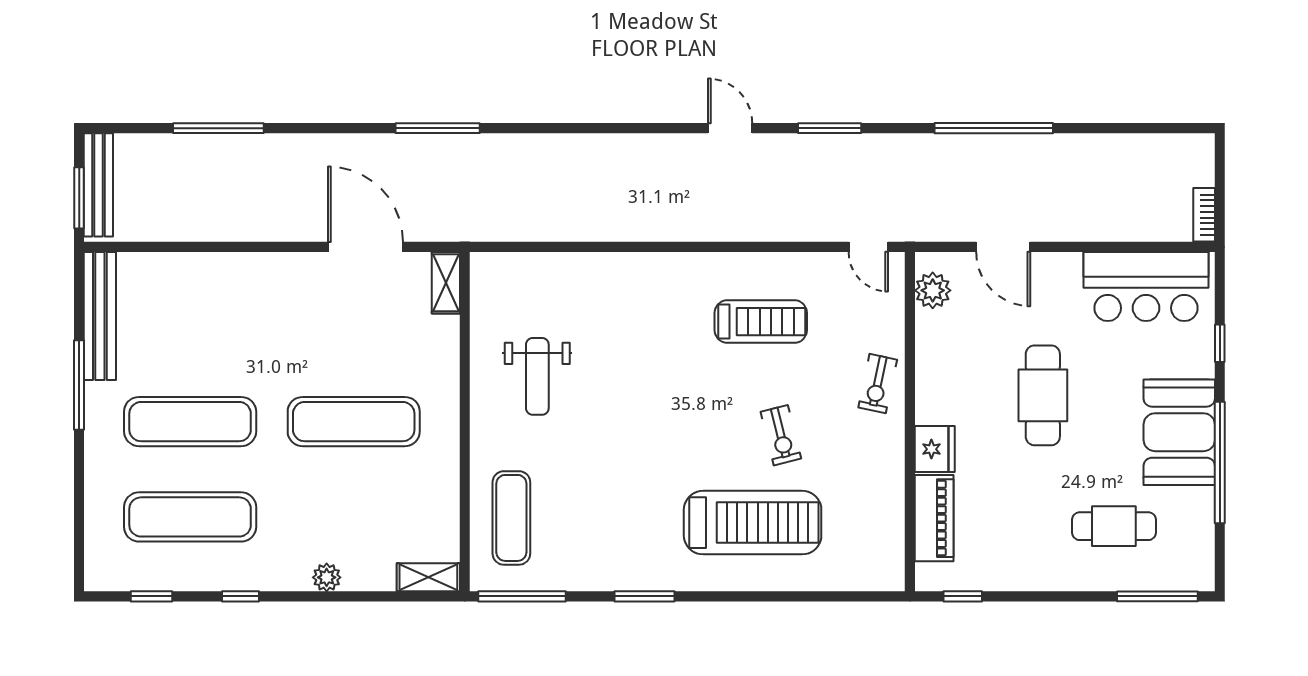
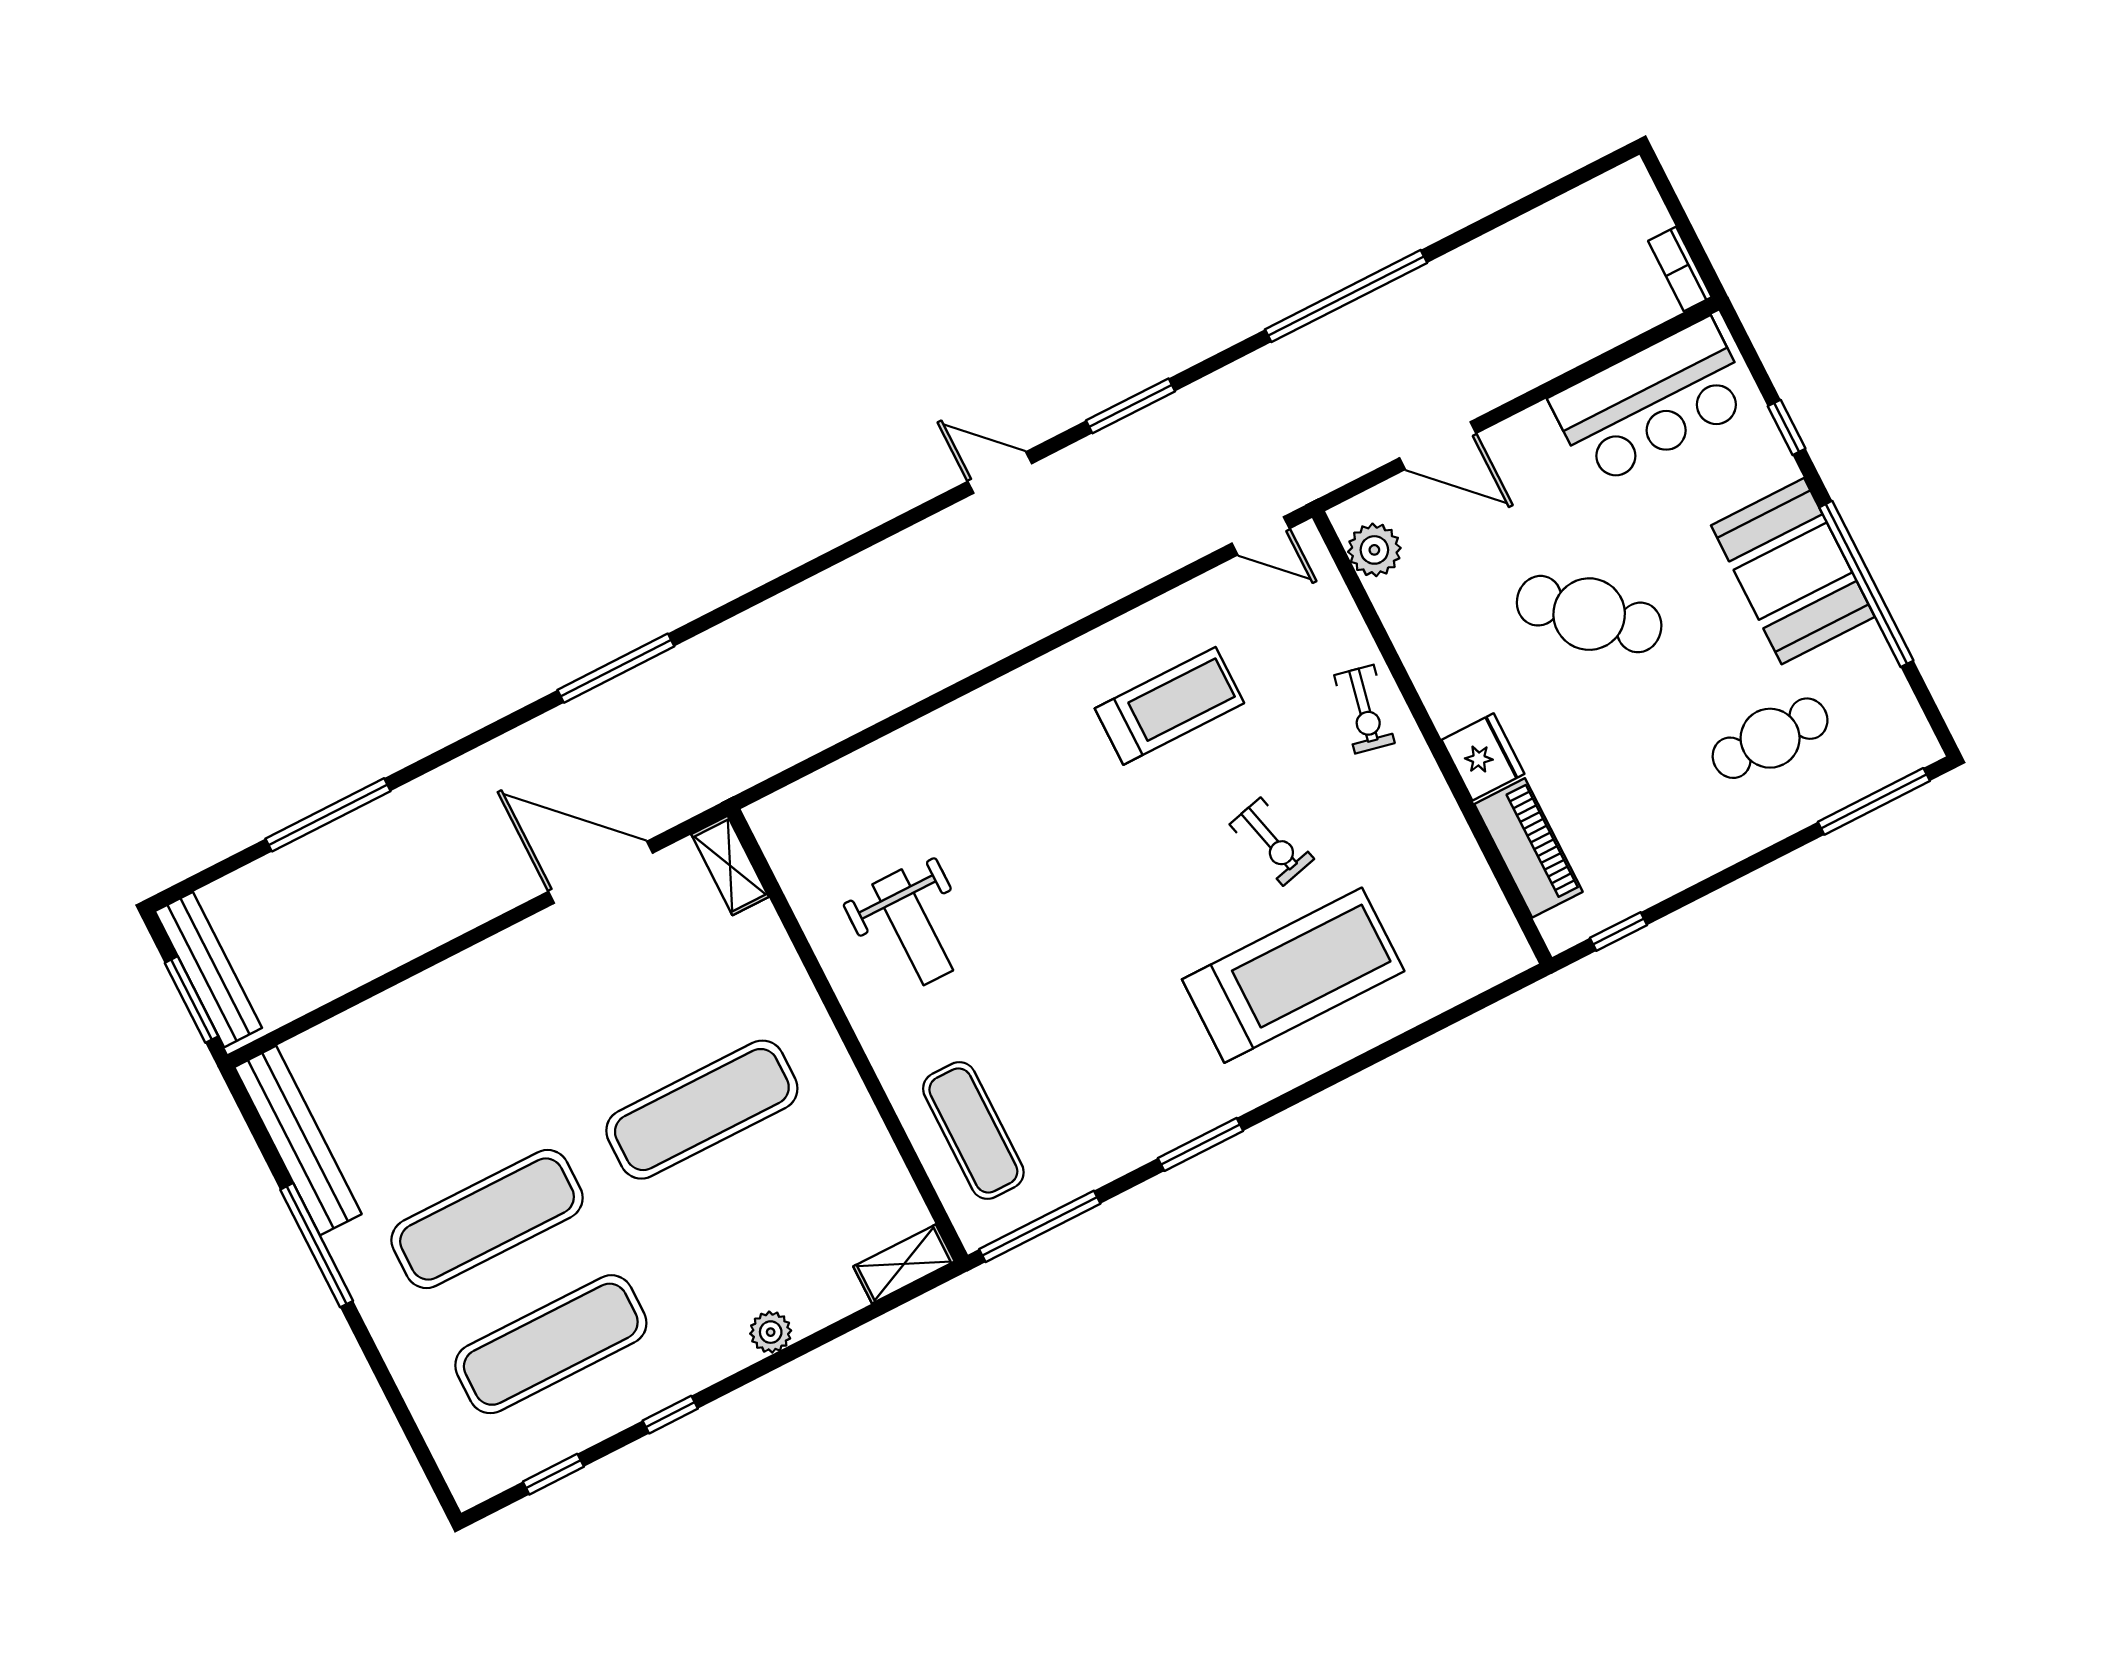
cafe table: (1043, 395) -> (1589, 614), turned -48

